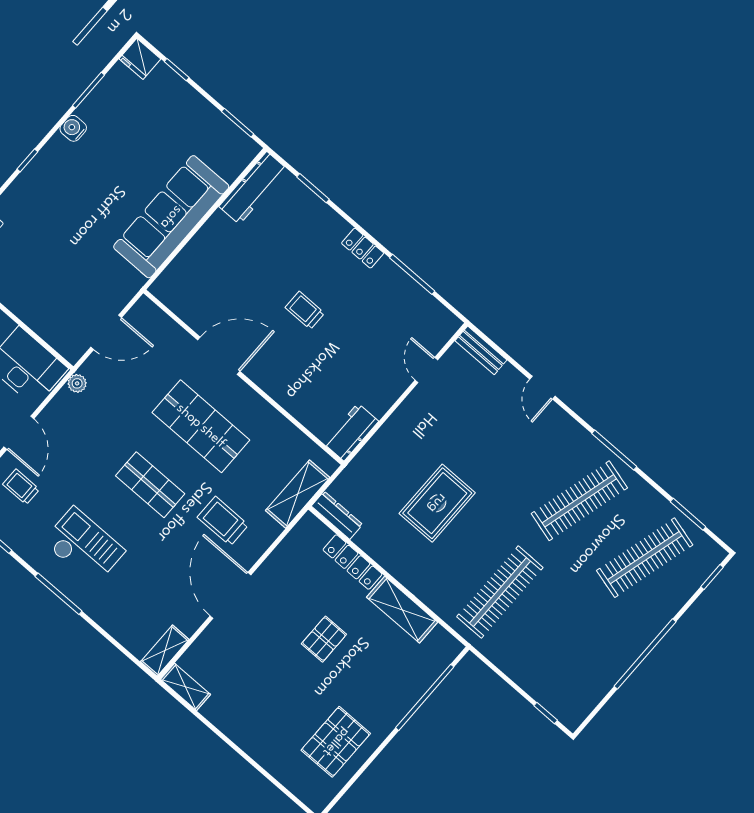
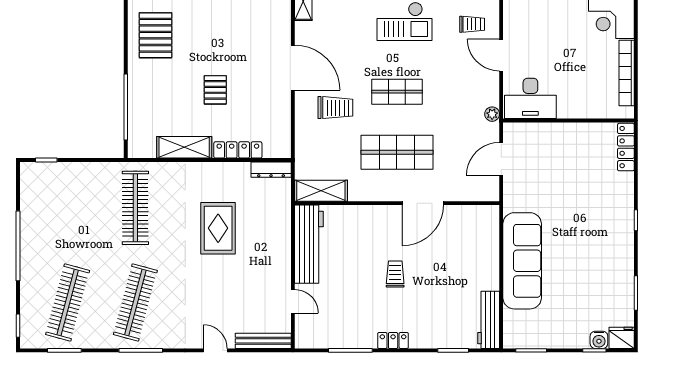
water cooler: (73, 128) -> (599, 340), moved, turned 90
trolley: (305, 310) -> (395, 274), turned -90
bench: (481, 350) -> (263, 341), width x1.36
workbench: (351, 432) -> (309, 244), width x1.88, depth x1.32
shelving: (298, 494) -> (321, 191), moved, turned 90

